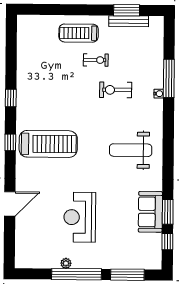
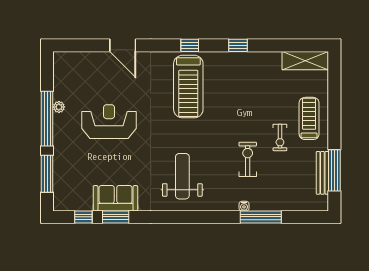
window: (127, 10) -> (334, 170), width x1.44
shelving: (25, 36) -> (305, 61), added

